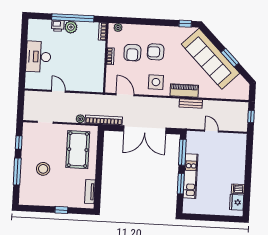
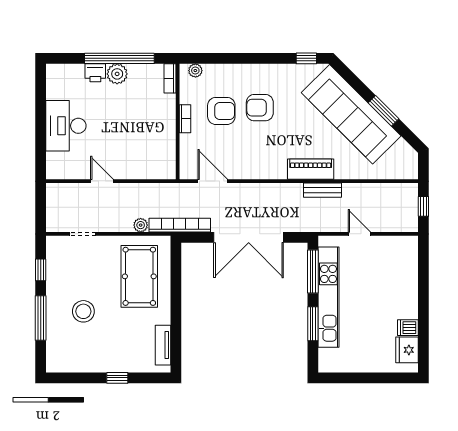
armchair: (132, 53) -> (221, 111), turned -90
side table: (156, 82) -> (263, 158), removed
kitchen unit: (191, 176) -> (328, 297), width x1.36

